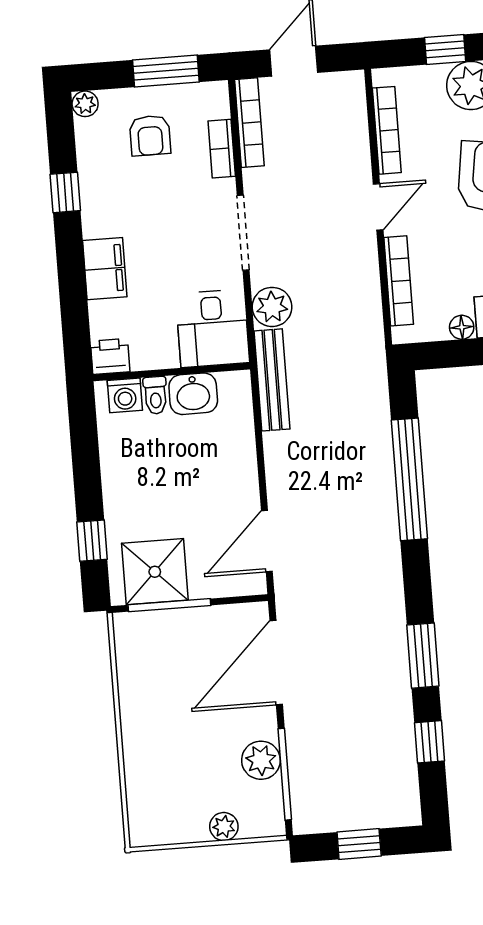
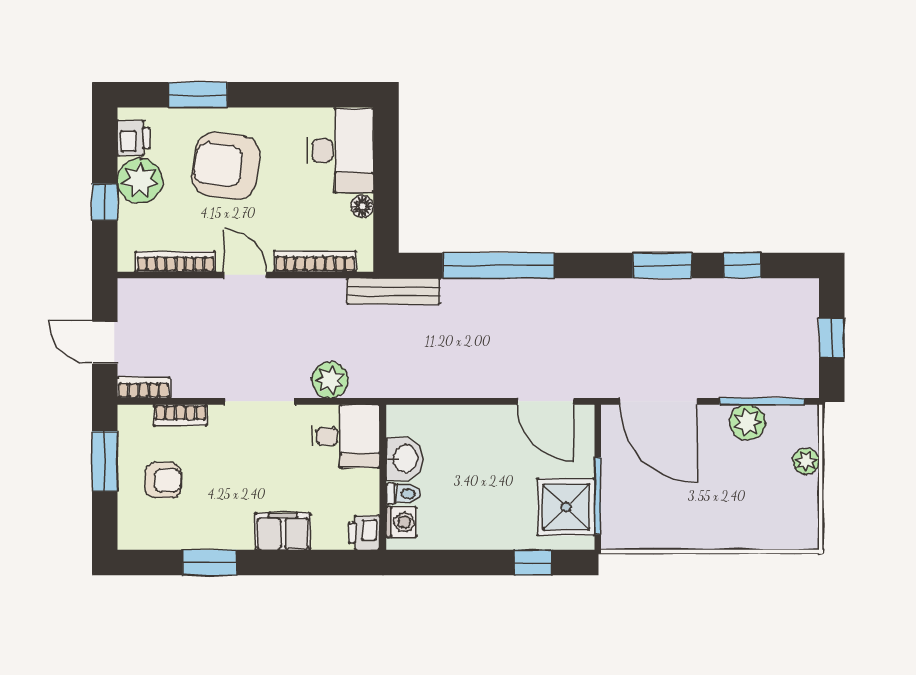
plant: (85, 104) -> (129, 538), removed
bookcase: (249, 123) -> (144, 388), width x0.64
window: (65, 192) -> (210, 563), width x1.50
bench: (272, 380) -> (393, 291), moved

